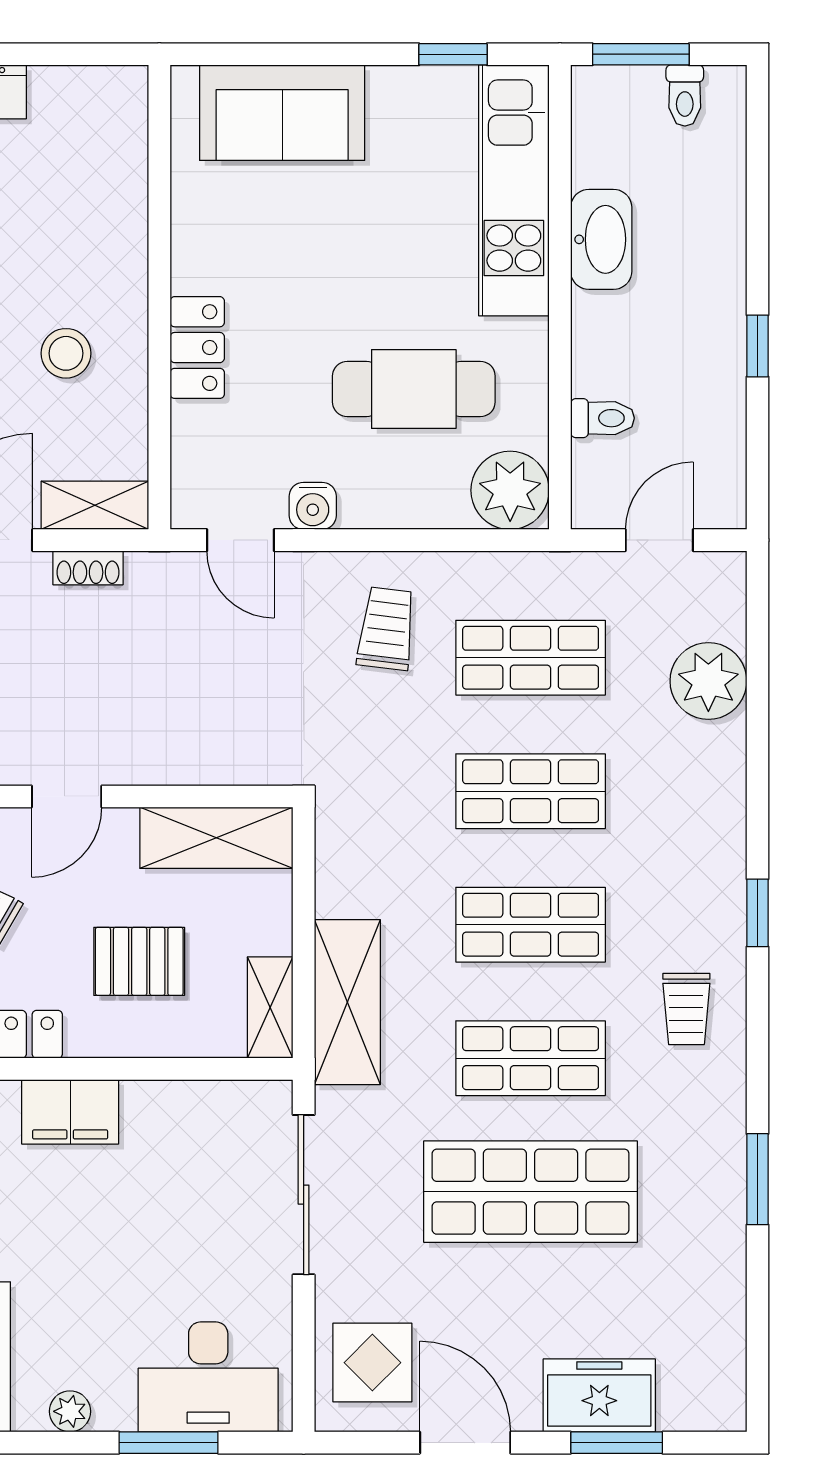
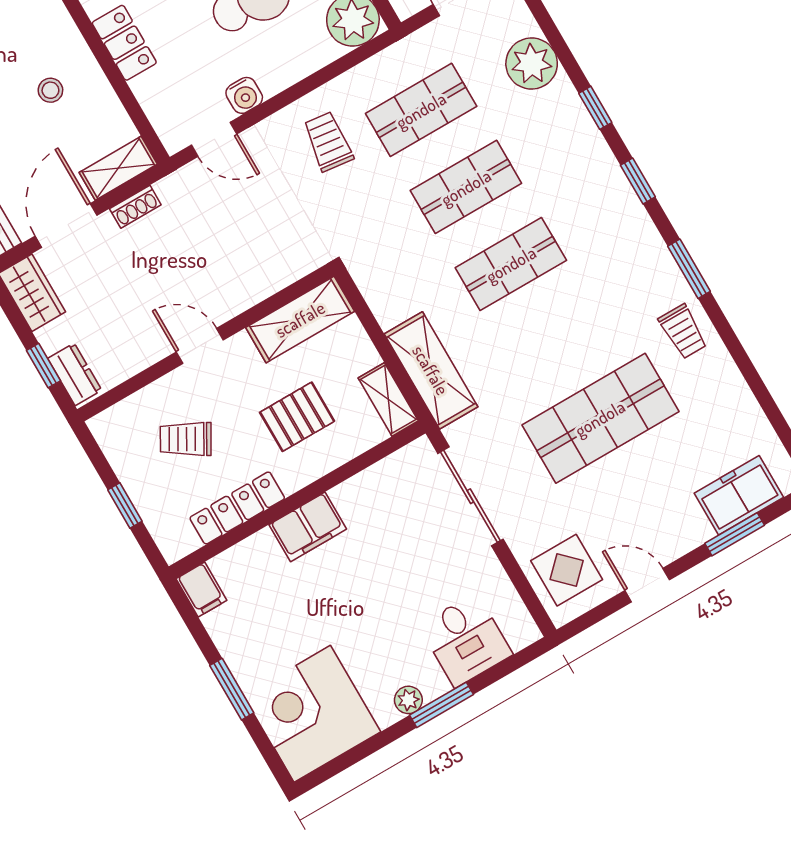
stool: (66, 353) -> (50, 90), width x0.73, depth x0.73
window: (757, 786) -> (595, 108), added
door: (67, 796) -> (200, 346), swing flipped
trolley: (686, 1009) -> (683, 331), moved
shop shelf: (531, 1058) -> (556, 341), removed
window: (757, 1179) -> (689, 269), moved
desk: (208, 1377) -> (466, 640), width x0.73
freezer: (599, 1395) -> (739, 495), moved
window: (169, 1443) -> (442, 705), moved
door: (465, 1443) -> (647, 585), width x0.73

